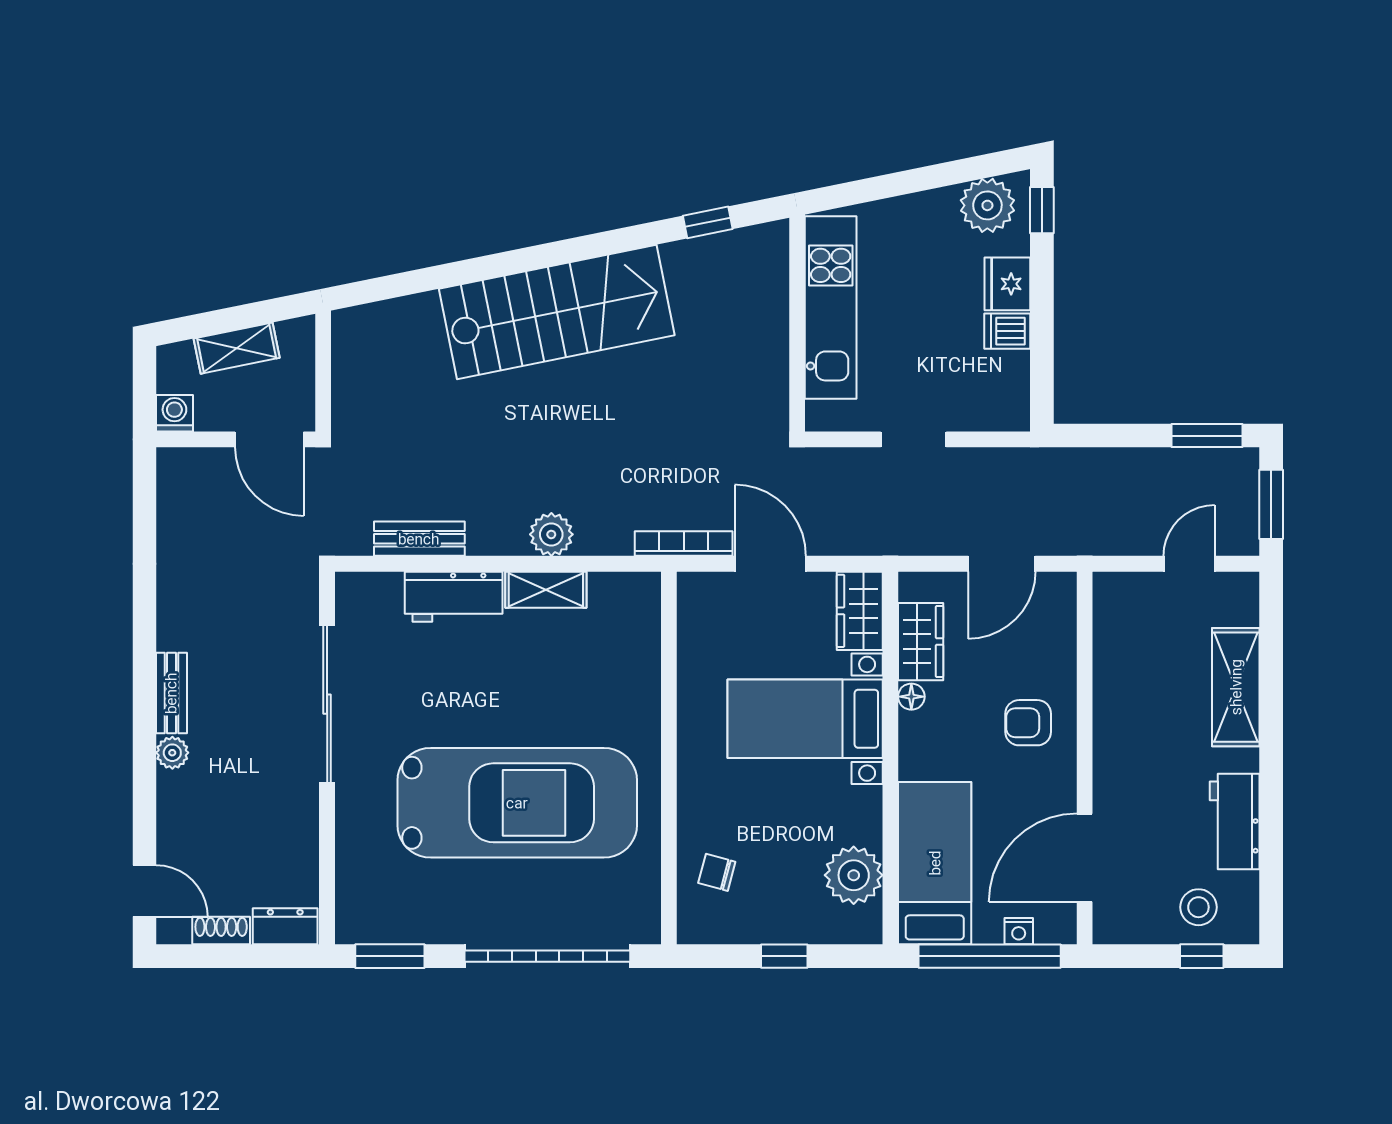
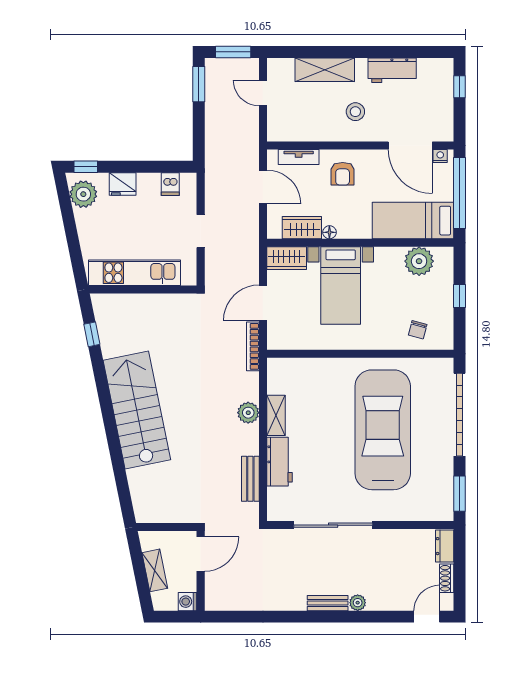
dishwasher: (1007, 331) -> (170, 184), moved
tv unit: (1061, 635) -> (299, 157), added
stool: (1198, 907) -> (355, 112), moved
nightstand: (1019, 931) -> (440, 156), moved, turned -90

